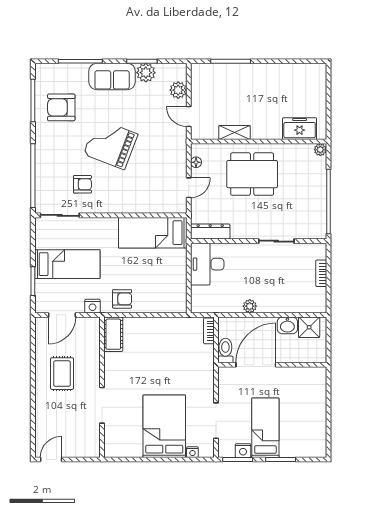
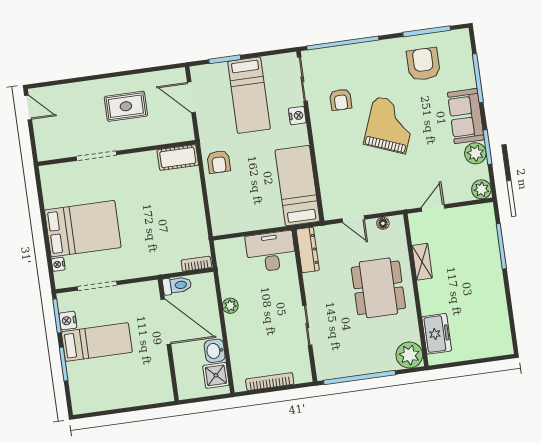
plant: (178, 90) -> (481, 189), moved
plant: (320, 150) -> (409, 355), width x1.87, depth x1.87
bookcase: (321, 273) -> (270, 382), width x1.56
nightstand: (92, 306) -> (297, 116), moved, turned 180

